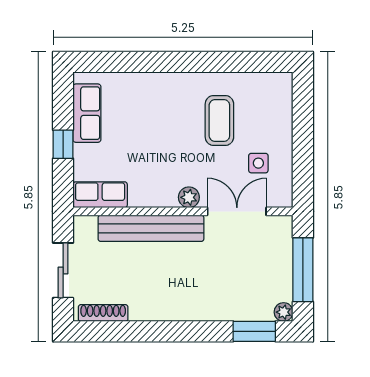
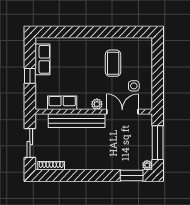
row of seats: (100, 195) -> (62, 103), moved

